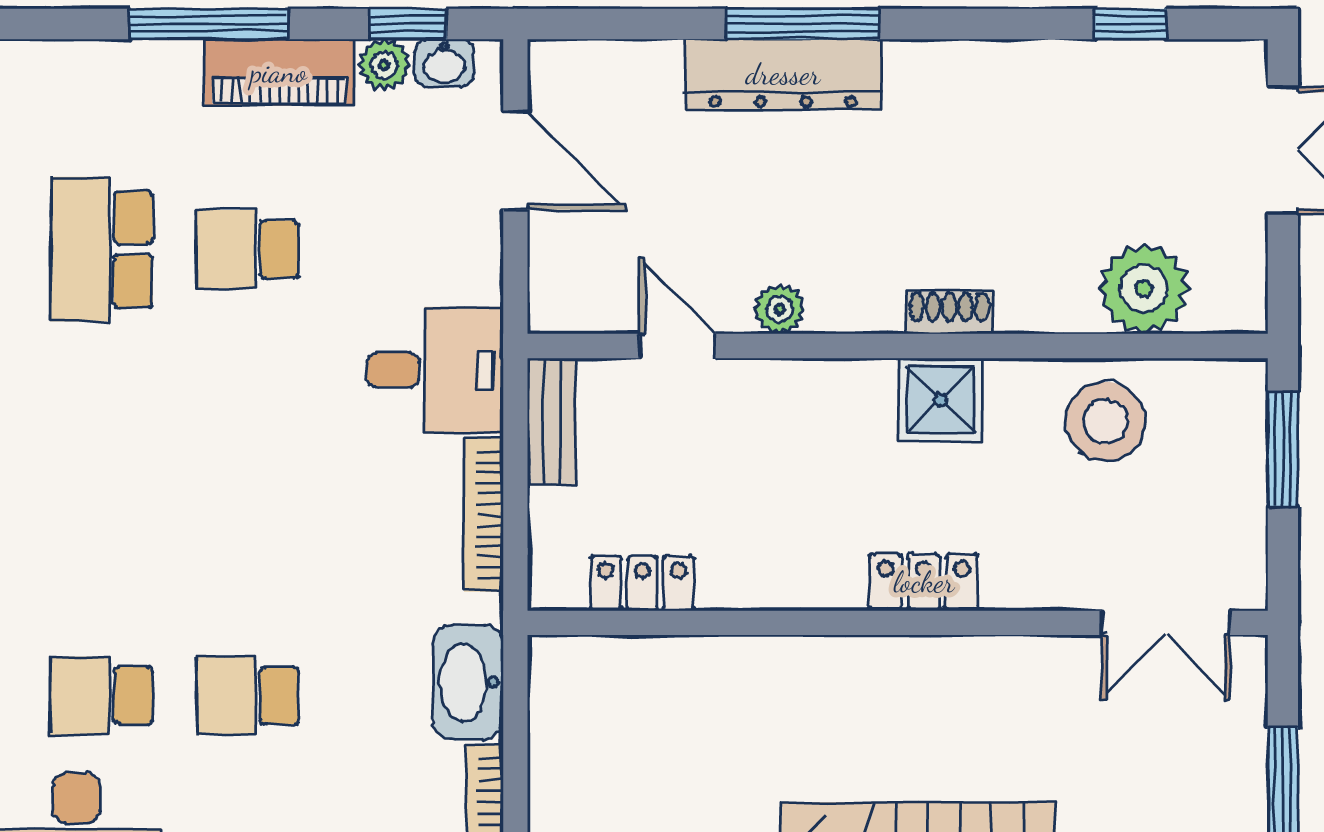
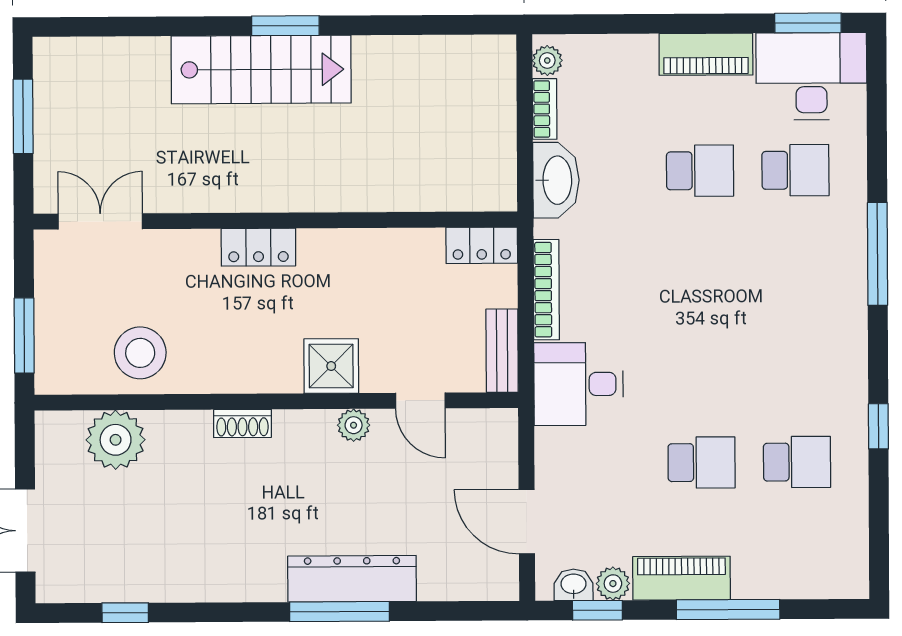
school desk: (102, 249) -> (797, 462), width x0.54
shower: (941, 400) -> (331, 366), moved
locker: (642, 583) -> (482, 245), moved

